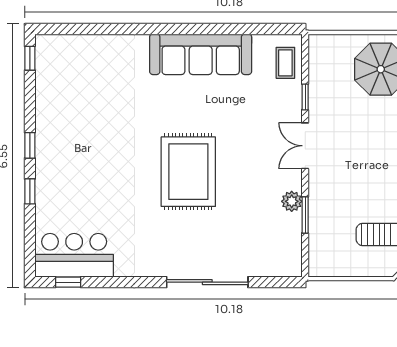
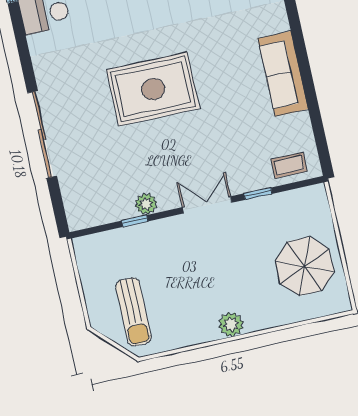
sofa: (201, 54) -> (283, 74), width x0.74, depth x0.79
window: (305, 215) -> (135, 221), width x0.67

